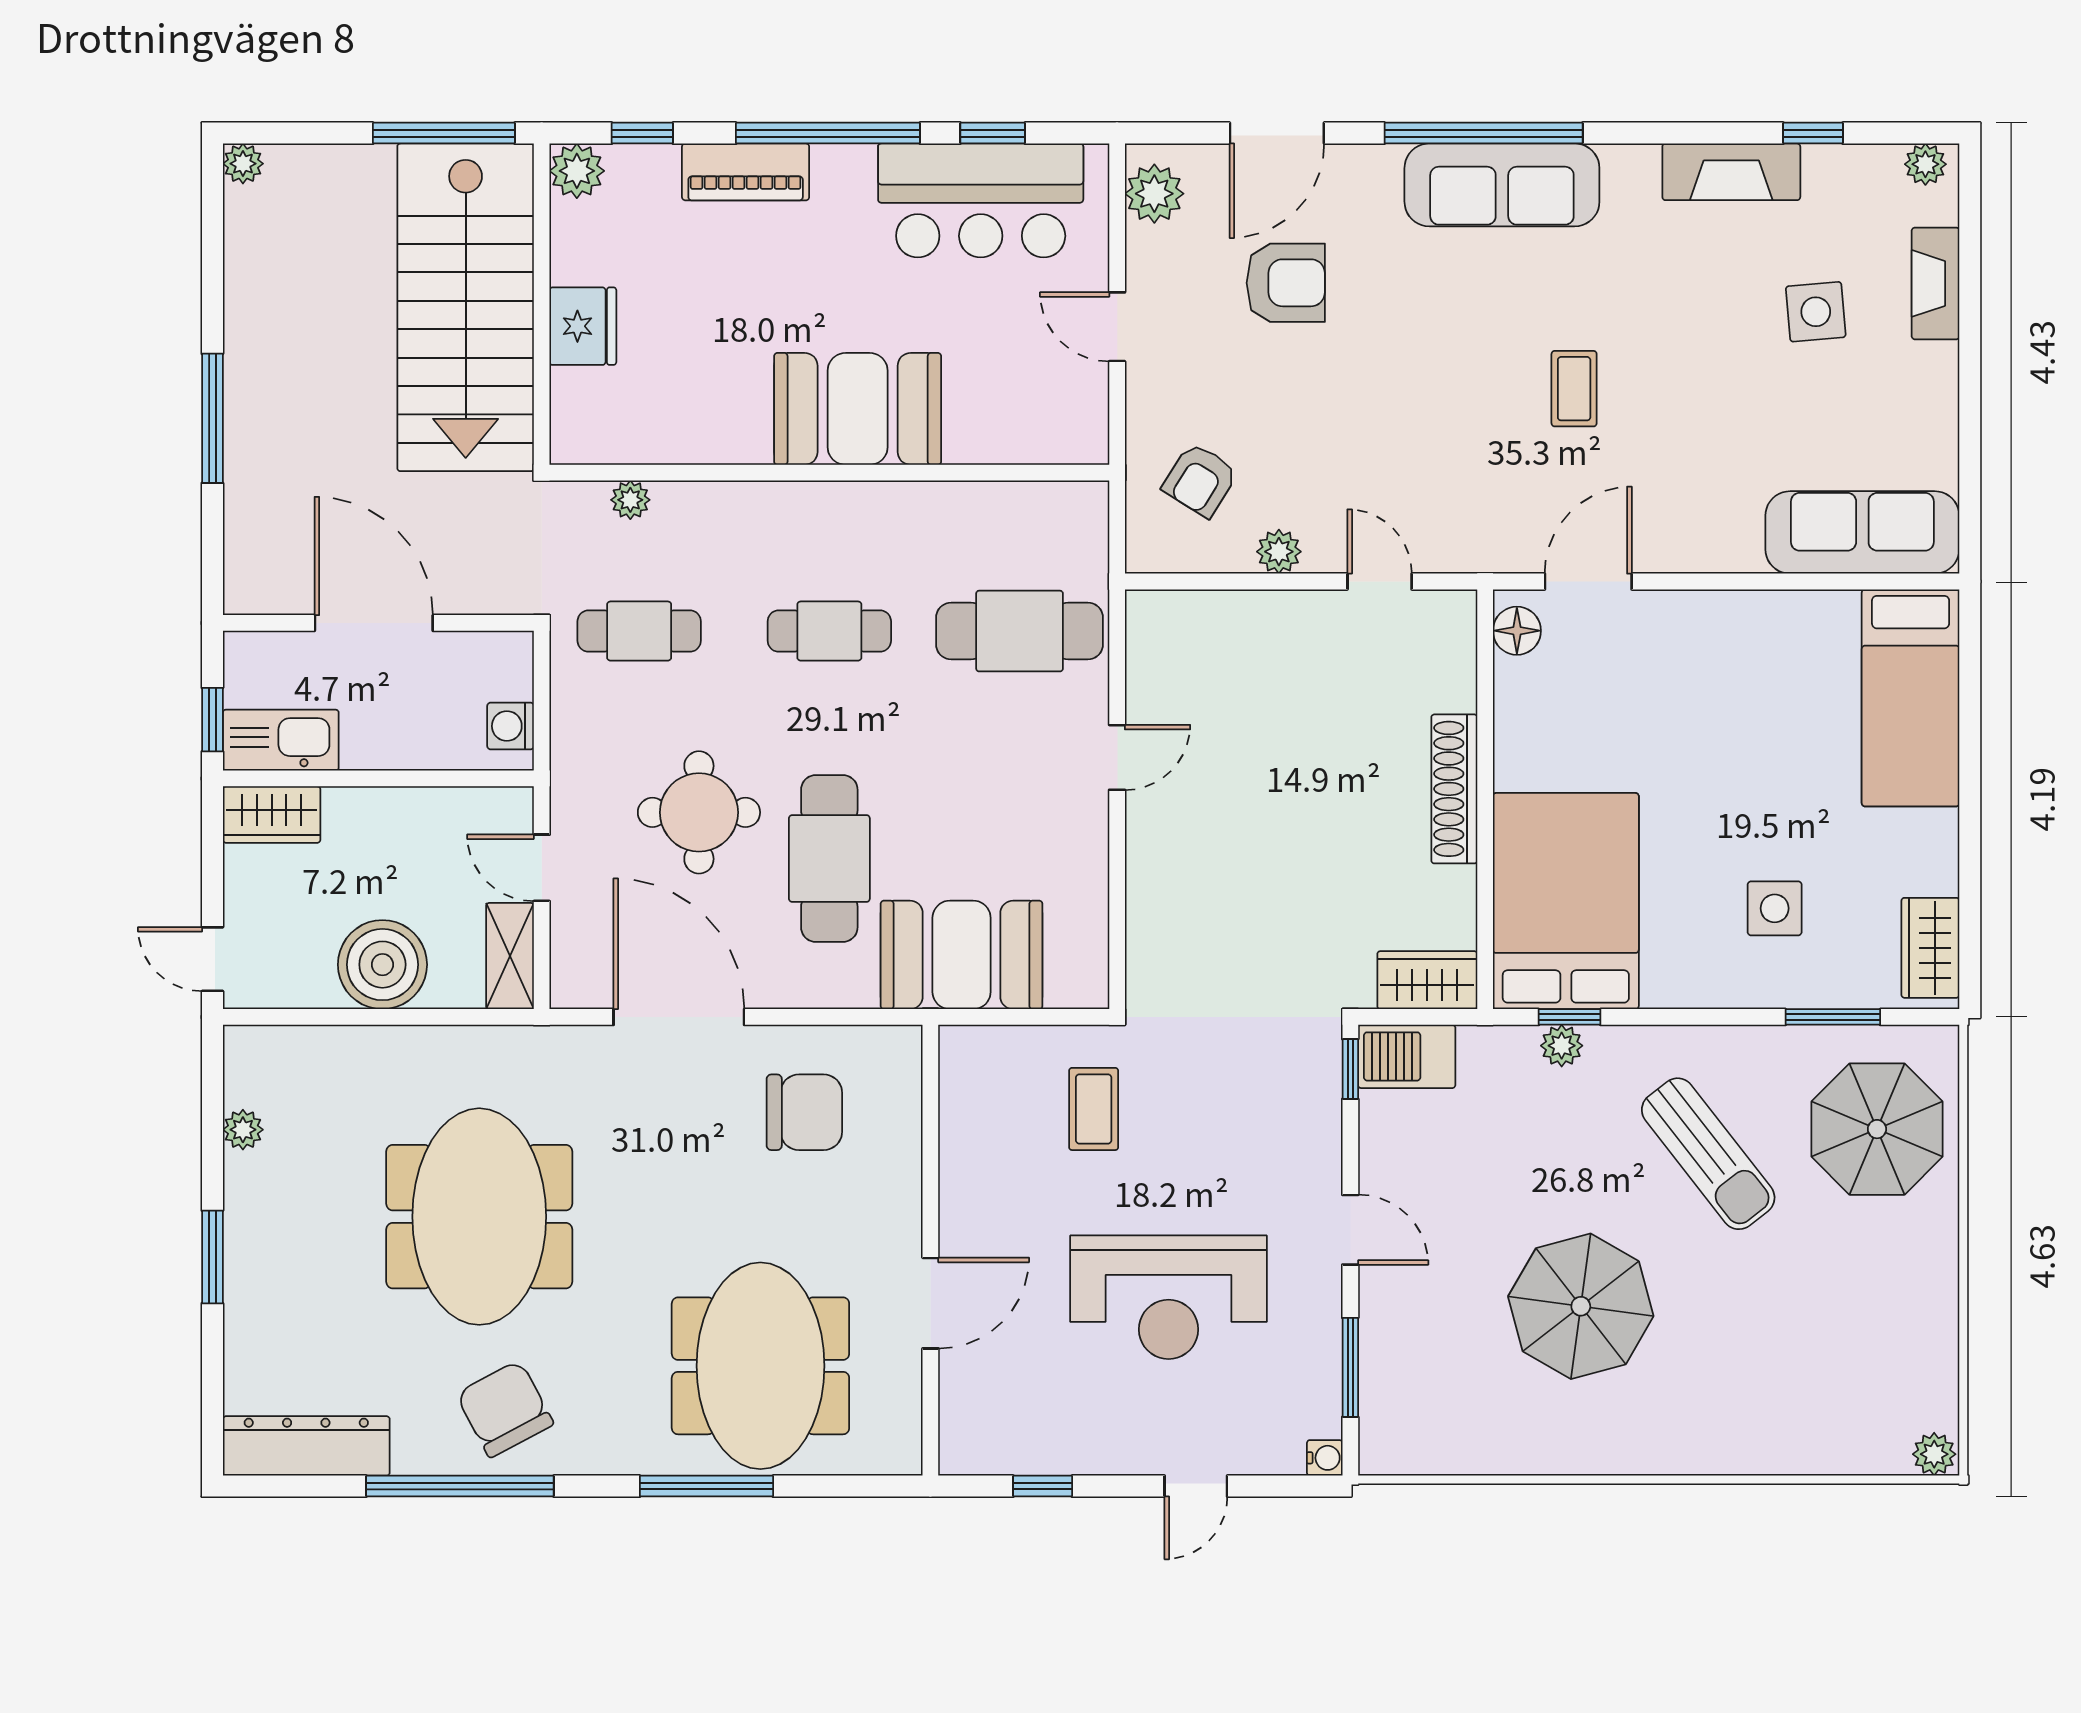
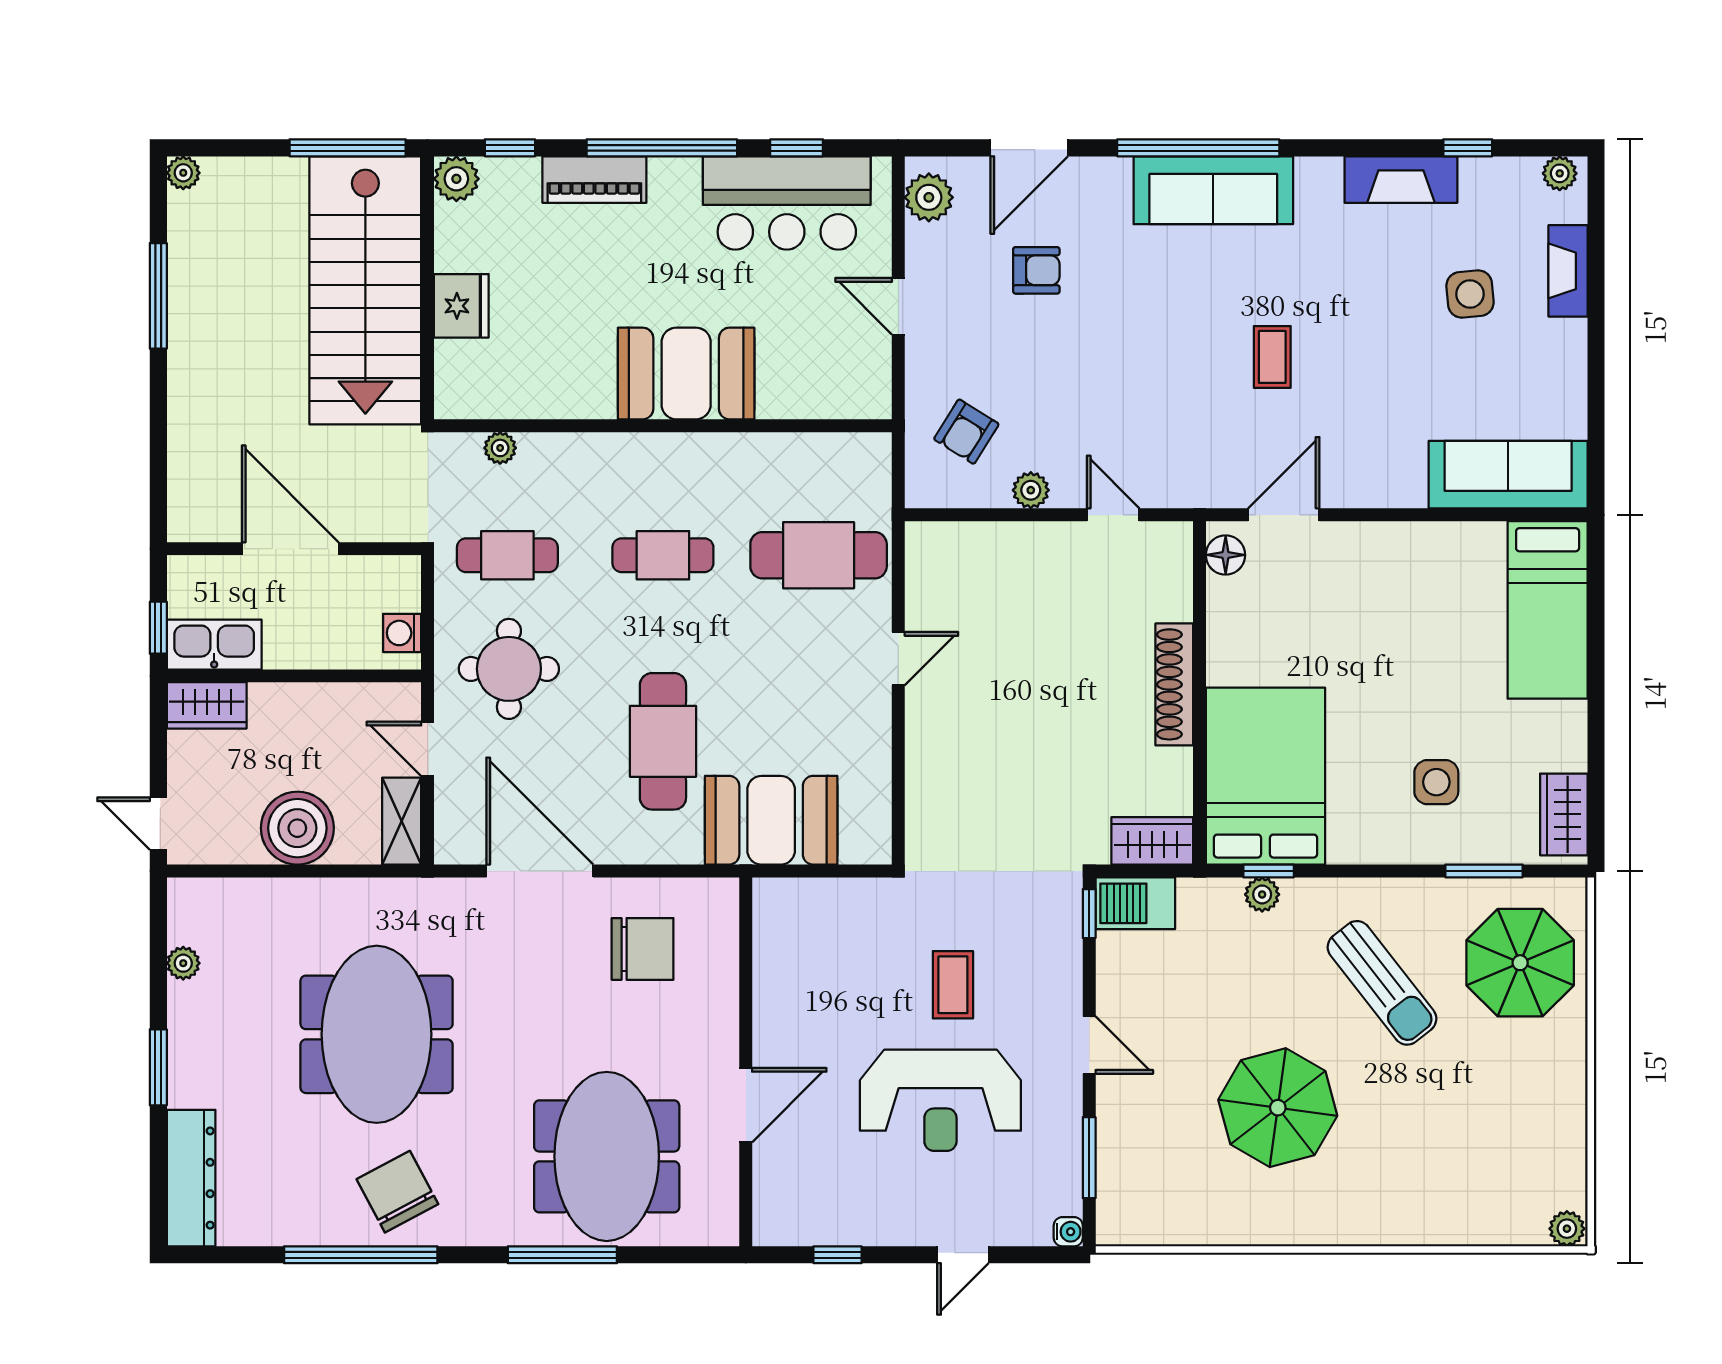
armchair: (1286, 283) -> (1036, 270), width x0.72, depth x0.72
window: (212, 418) -> (158, 296), moved
round table: (699, 812) -> (509, 669), moved
coffee table: (1094, 1109) -> (953, 985), moved
dresser: (306, 1446) -> (191, 1178), moved, turned 90

